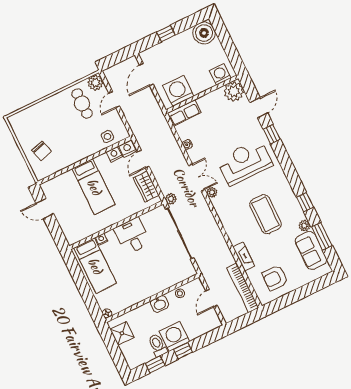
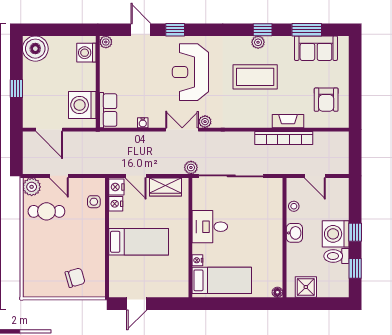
plant: (234, 91) -> (106, 42), width x0.53, depth x0.53
plant: (304, 226) -> (258, 42), moved
bookcase: (243, 288) -> (284, 138), moved

